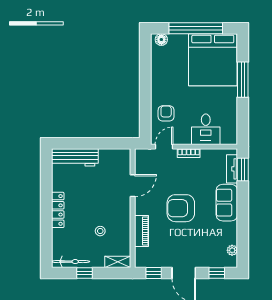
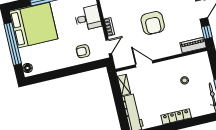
door: (164, 147) -> (109, 47), swing flipped
piano: (142, 231) -> (193, 45), moved
shelving: (118, 262) -> (124, 85), moved

